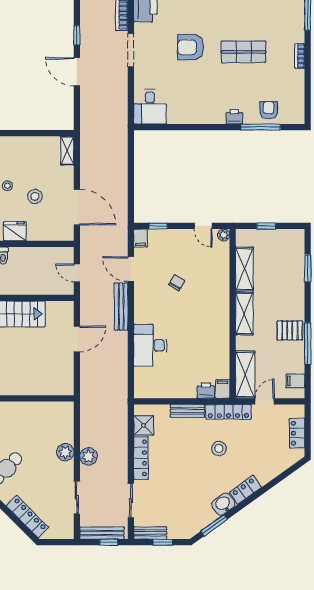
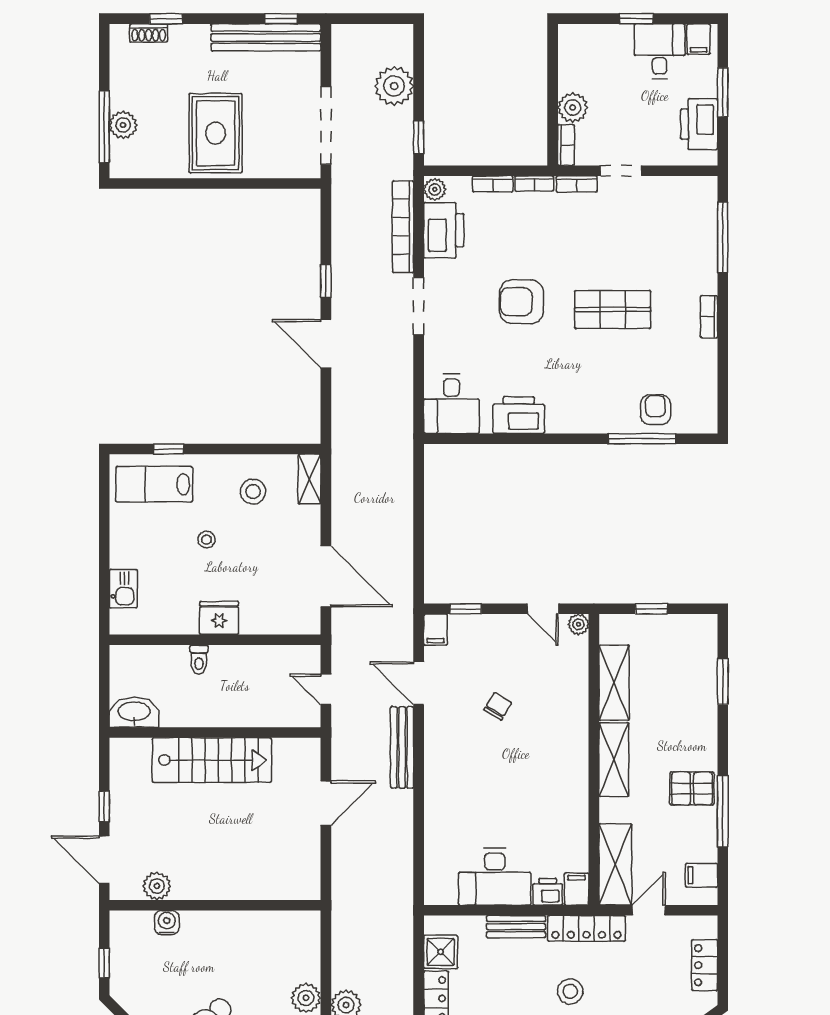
printer: (234, 117) -> (519, 415), moved, width x1.87, depth x1.48
stool: (35, 196) -> (253, 492), moved
desk: (150, 345) -> (495, 877), moved, turned -90

